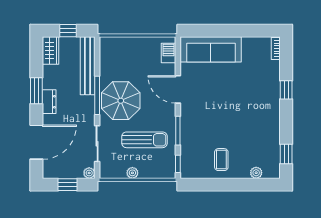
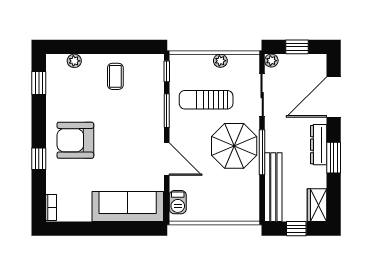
dresser: (49, 102) -> (319, 145), width x1.44
armchair: (255, 105) -> (75, 140), added

